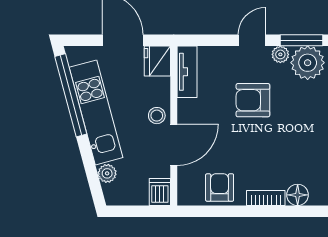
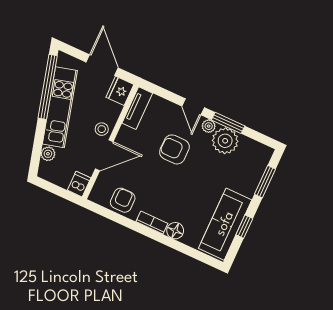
door: (252, 40) -> (193, 107), swing flipped

